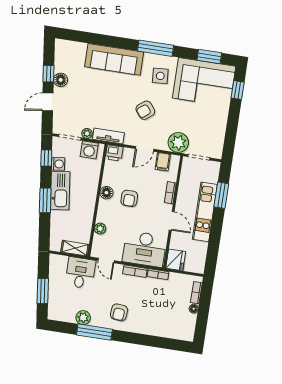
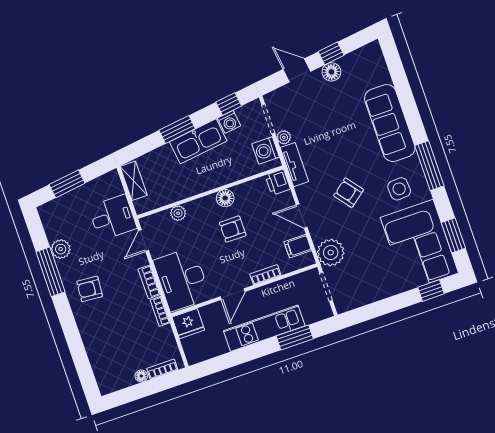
shelving: (75, 248) -> (134, 181), moved

